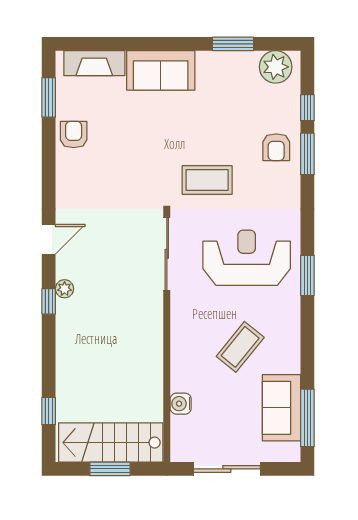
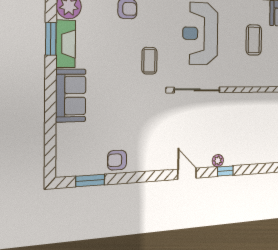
fireplace: (94, 63) -> (66, 44), moved
coffee table: (207, 180) -> (149, 61), width x0.73, depth x0.77
coffee table: (240, 347) -> (254, 40), turned 51

